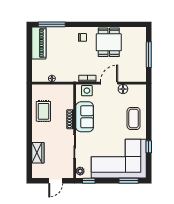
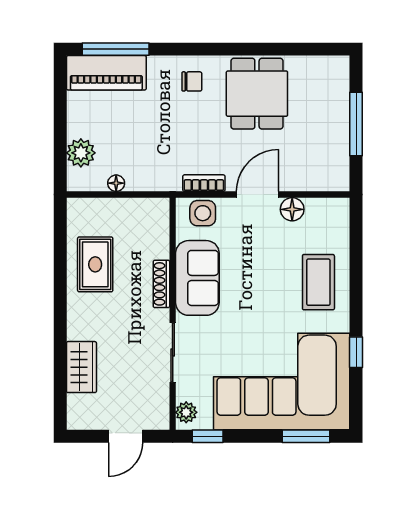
piano: (39, 43) -> (106, 73), moved, turned 90
plant: (38, 66) -> (81, 153), added

